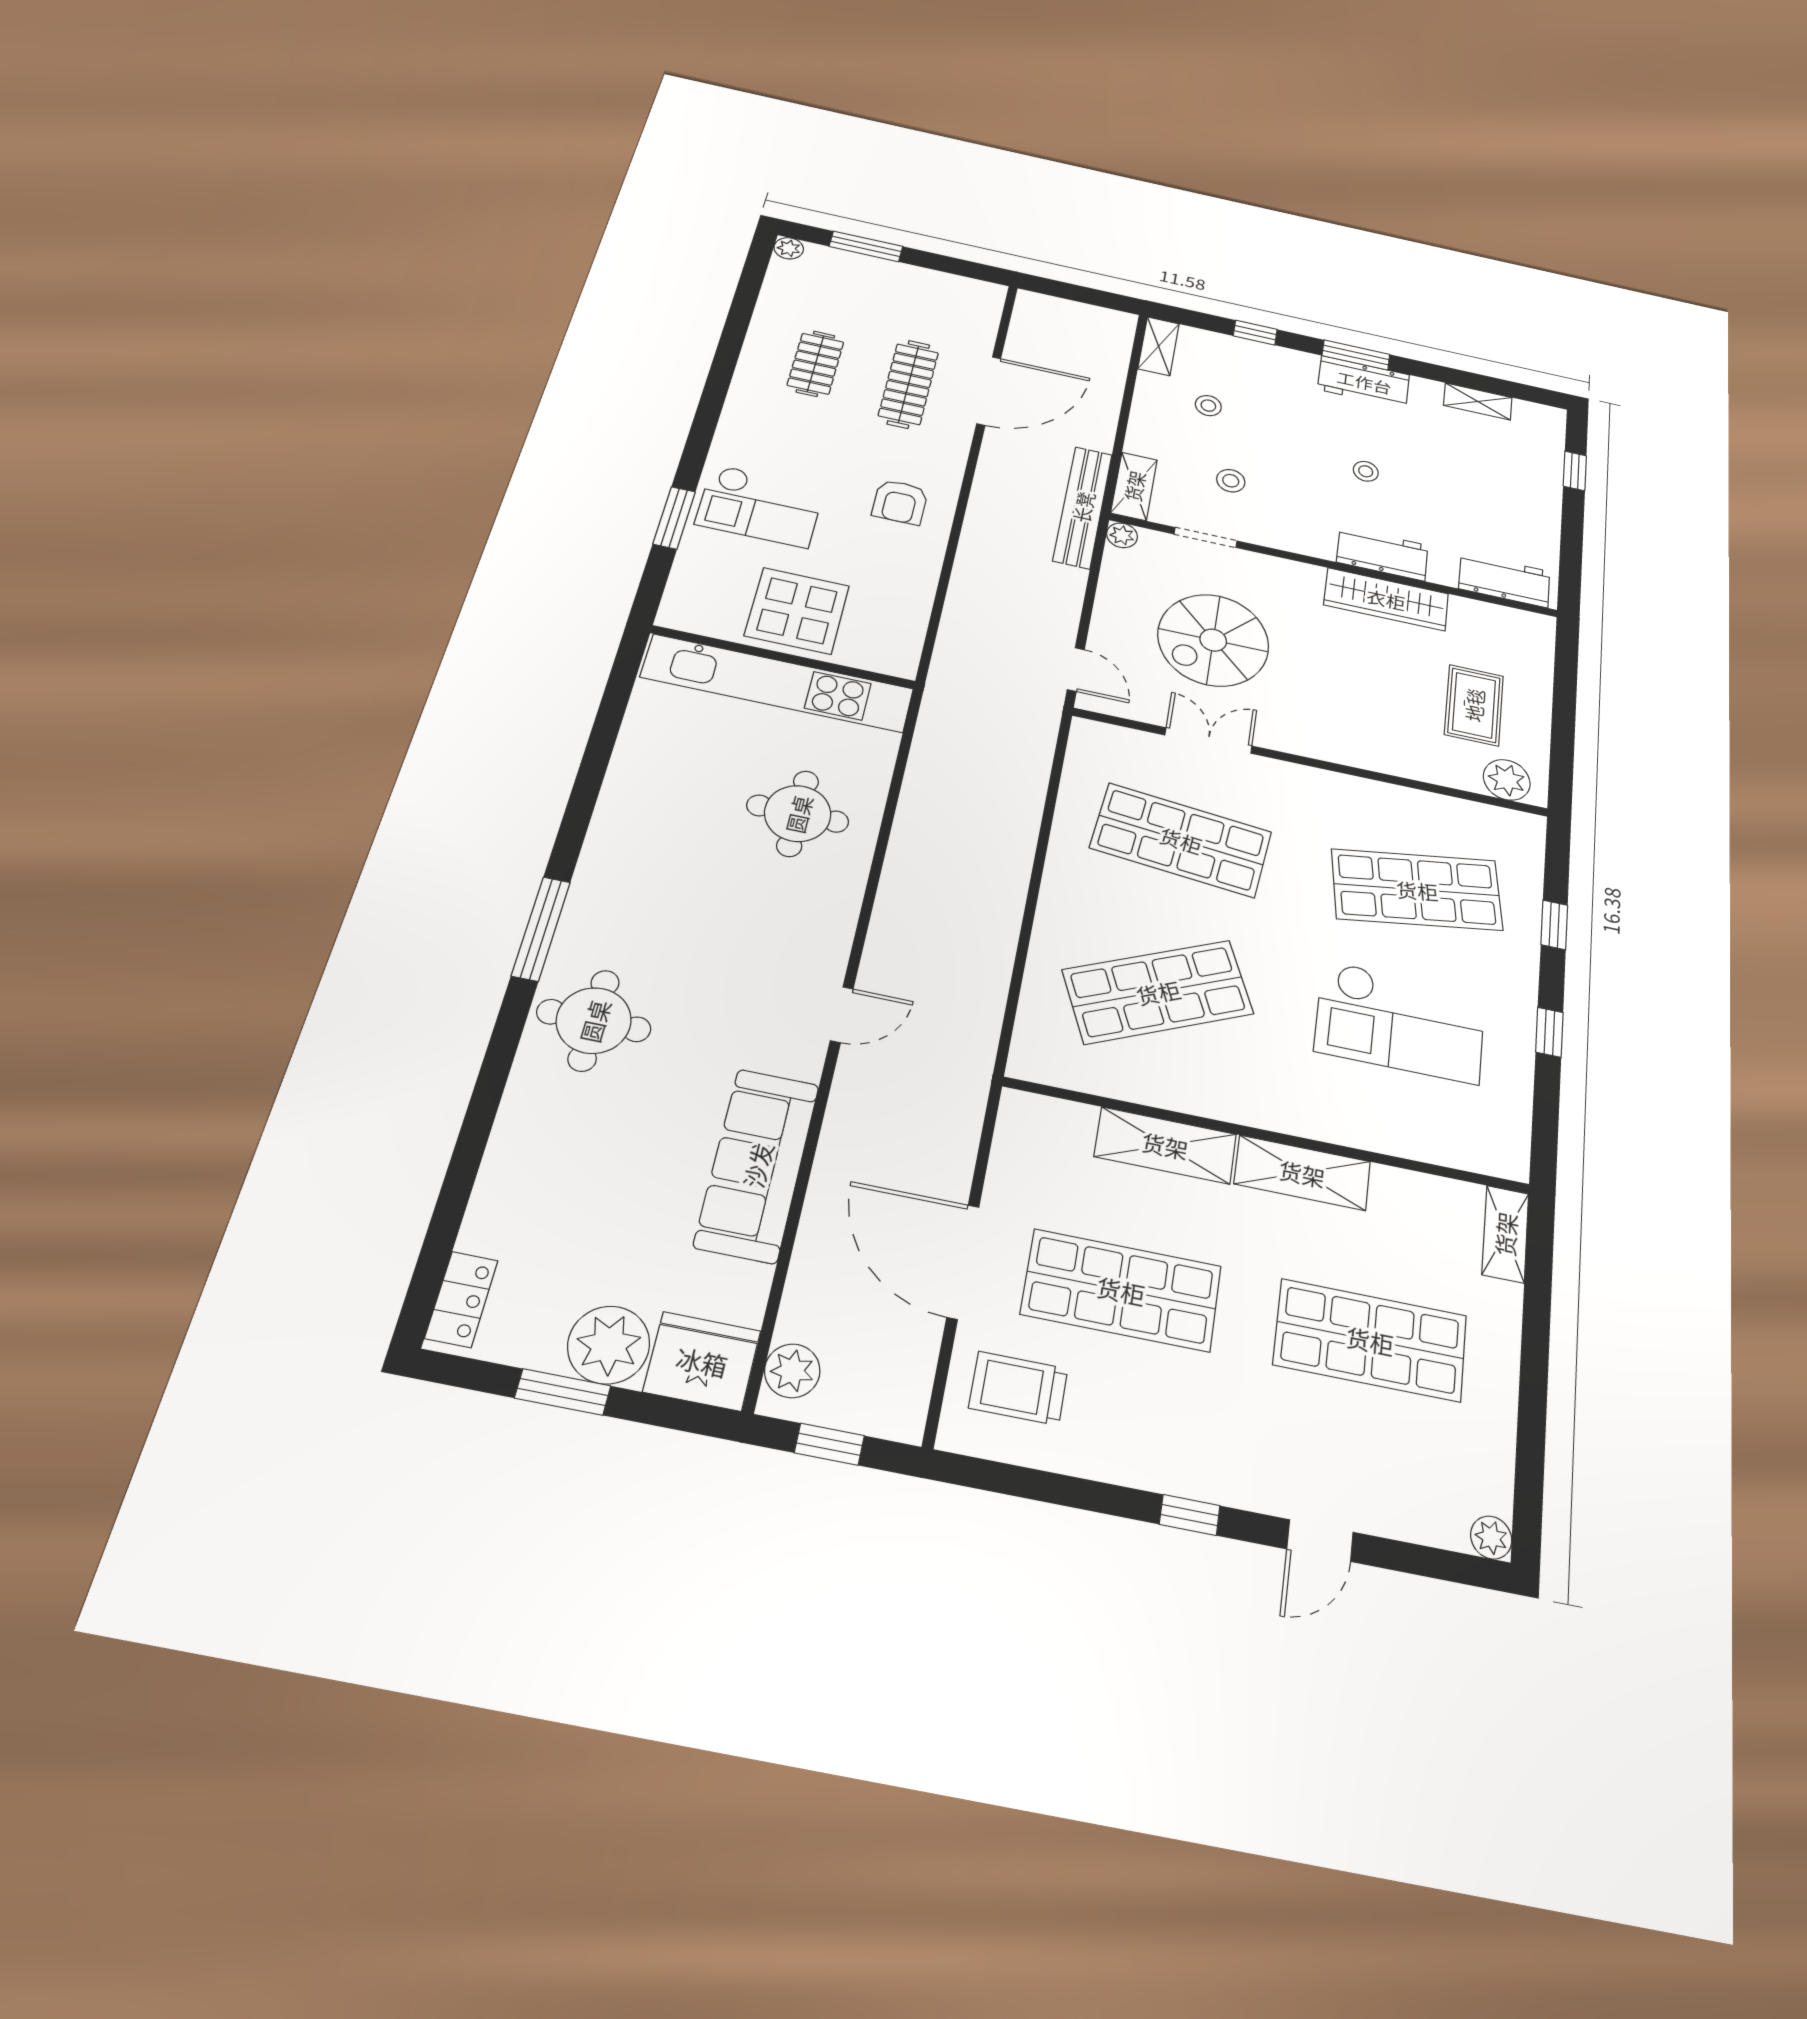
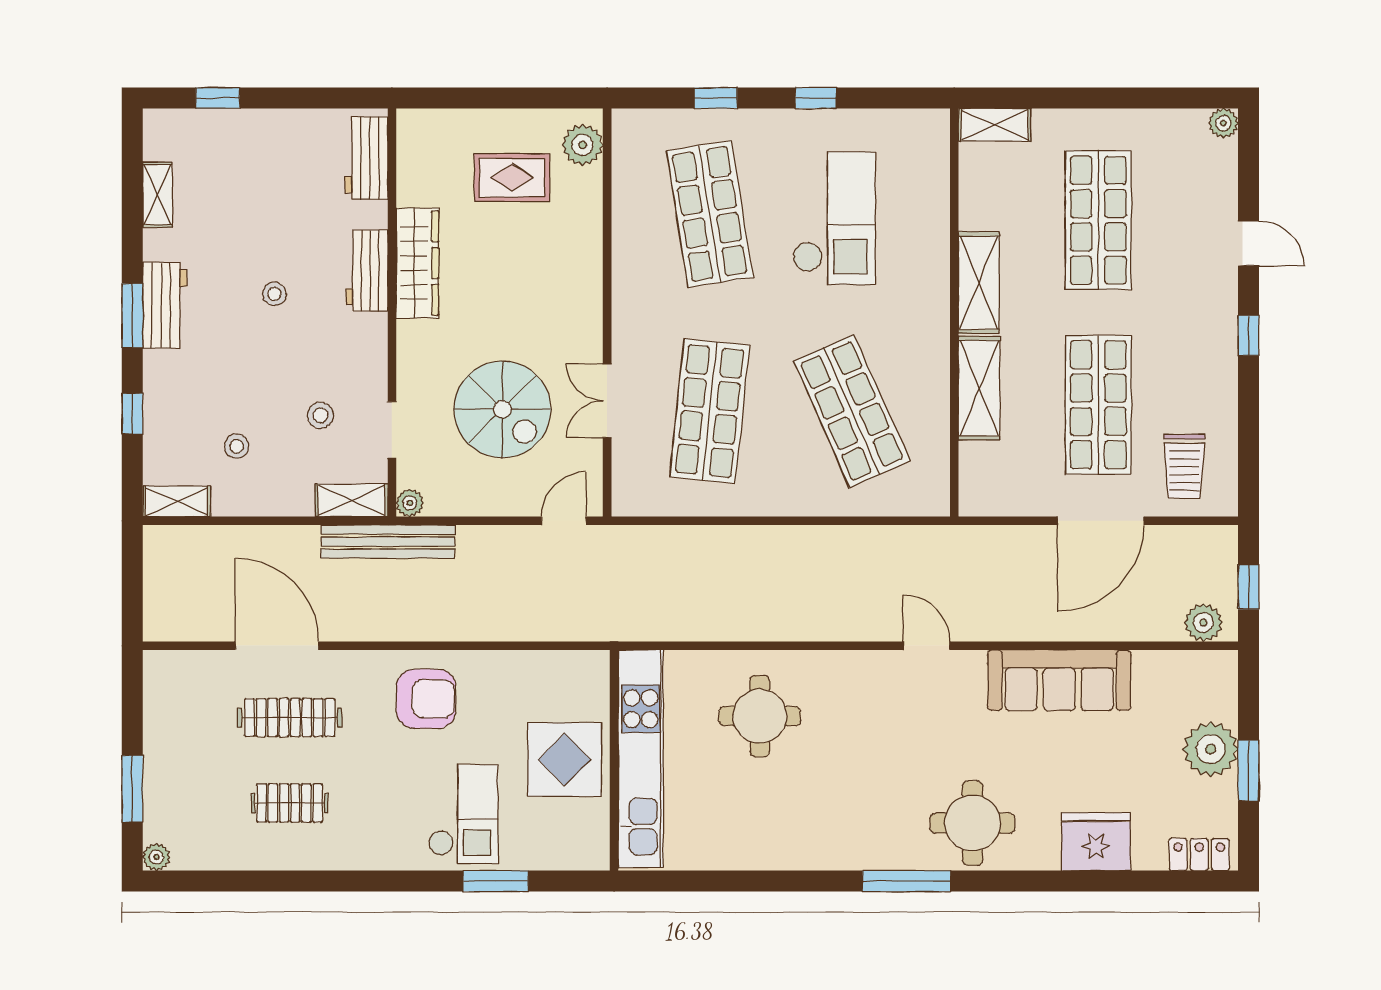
armchair: (900, 502) -> (426, 699), width x1.38, depth x1.38
fridge: (702, 1361) -> (1096, 842), moved, turned 90

